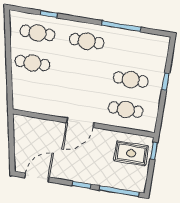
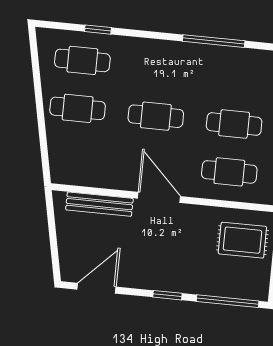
cafe table: (87, 41) -> (156, 116), moved
door: (80, 123) -> (159, 197), swing flipped
bench: (42, 124) -> (99, 204), added

